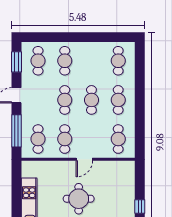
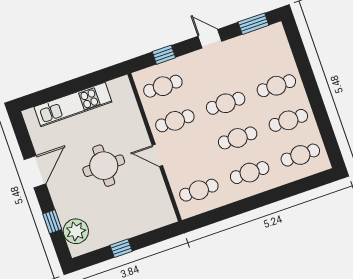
cafe table: (38, 61) -> (288, 120), moved
window: (17, 131) -> (164, 55), width x0.46

